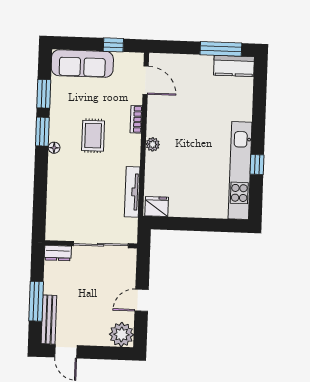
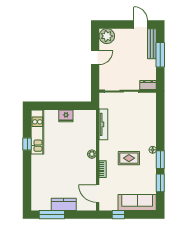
kitchen counter: (234, 66) -> (64, 204), moved
rug: (93, 136) -> (129, 158), turned 90
kitchen unit: (240, 171) -> (37, 132), width x0.73
fridge: (157, 206) -> (66, 116), moved

